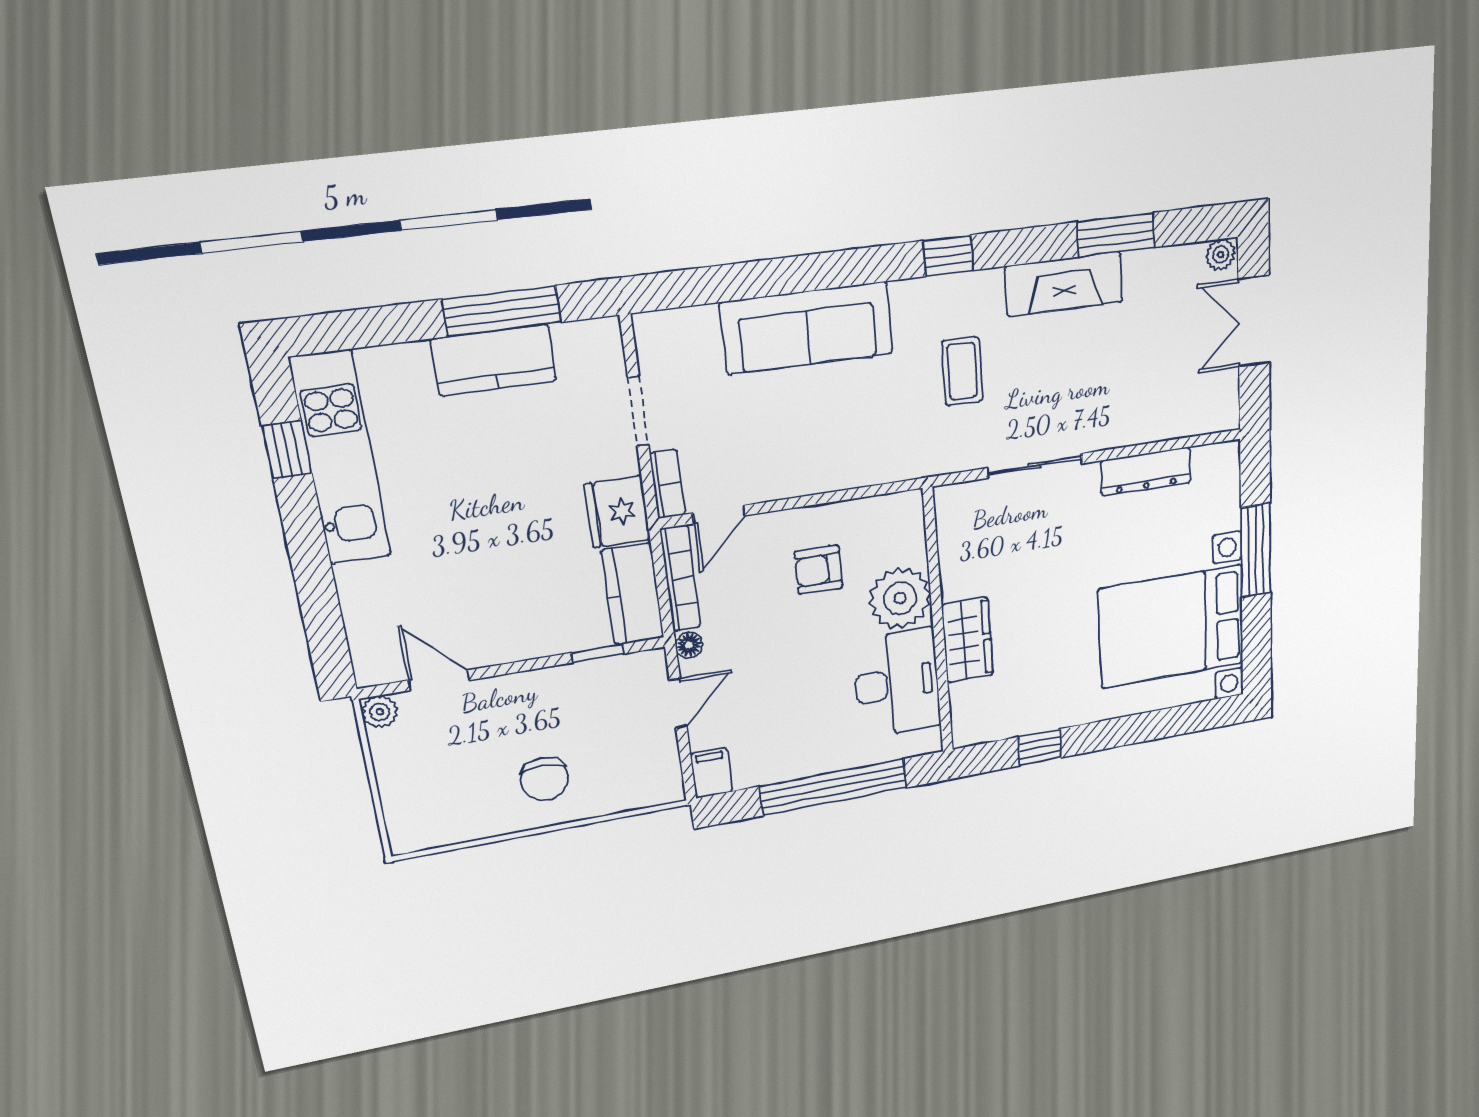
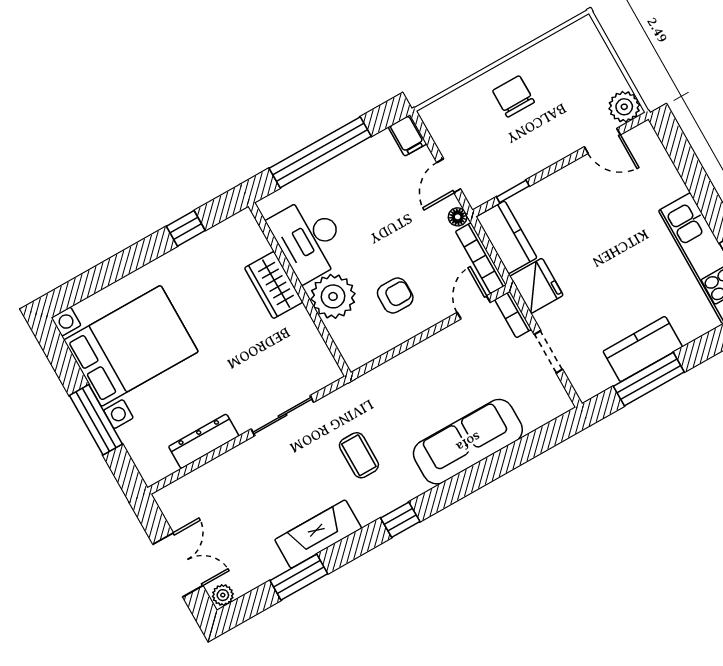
plant: (380, 712) -> (624, 107), width x1.38, depth x1.38

